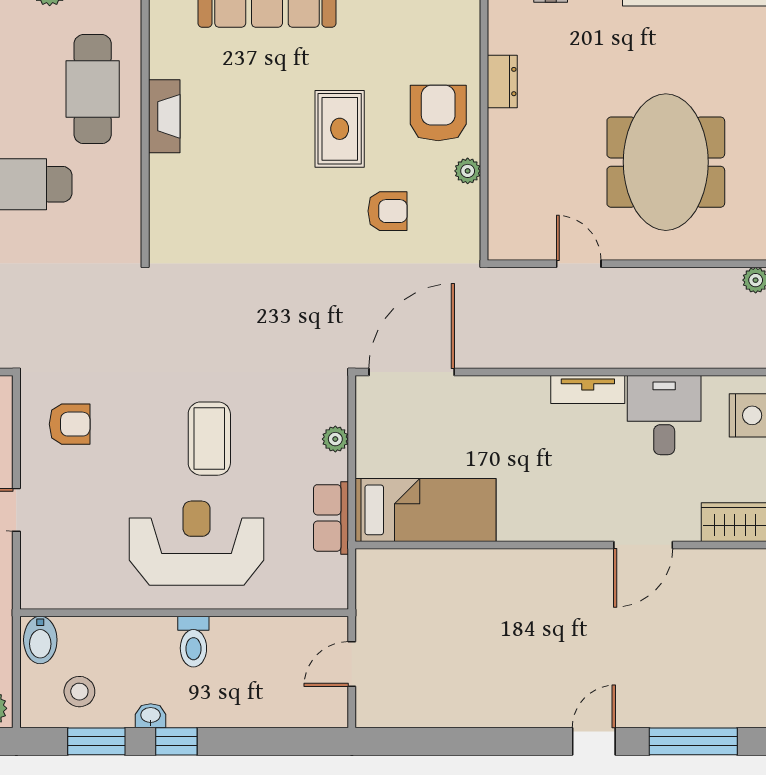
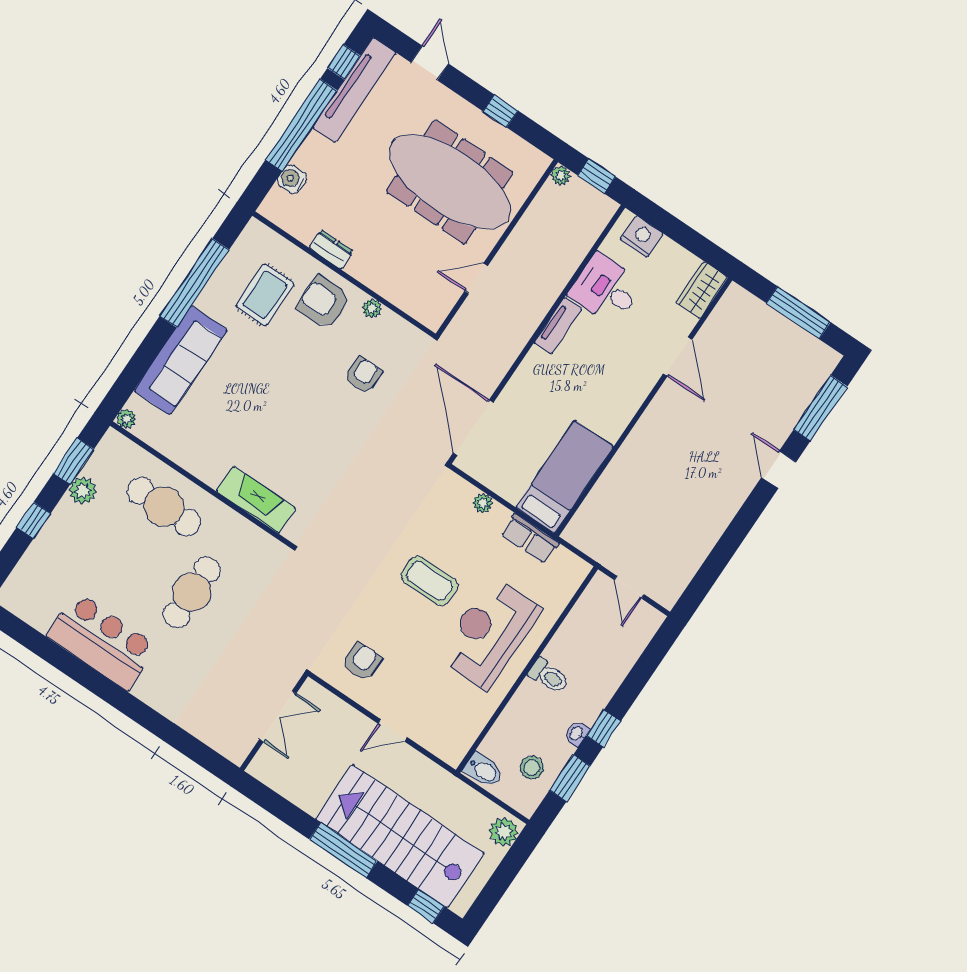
fireplace: (164, 116) -> (256, 500), moved, width x1.37, depth x1.32
rug: (340, 129) -> (265, 295), moved, turned 90
meeting table: (666, 162) -> (450, 182), width x1.36

